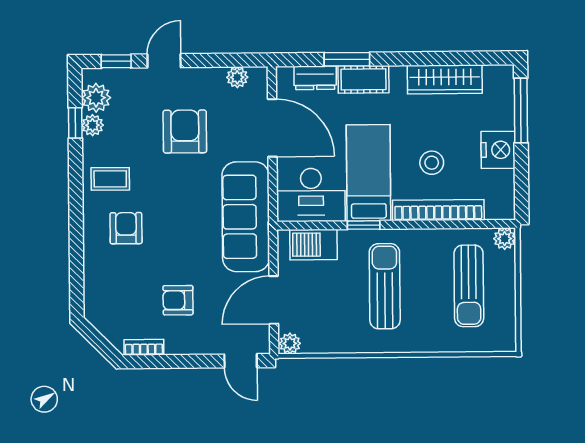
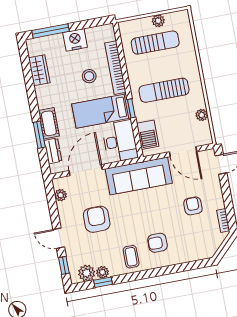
wardrobe: (445, 79) -> (39, 70), width x0.67
armchair: (185, 131) -> (97, 219), turned 90
plant: (505, 239) -> (158, 21), moved
armchair: (178, 300) -> (193, 206), turned 180
plant: (290, 343) -> (202, 115), moved

